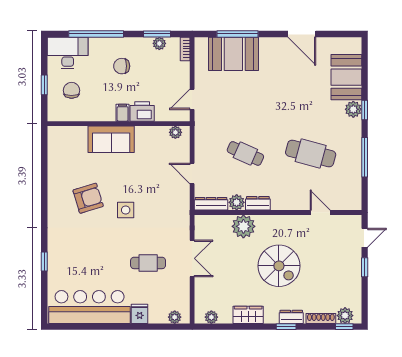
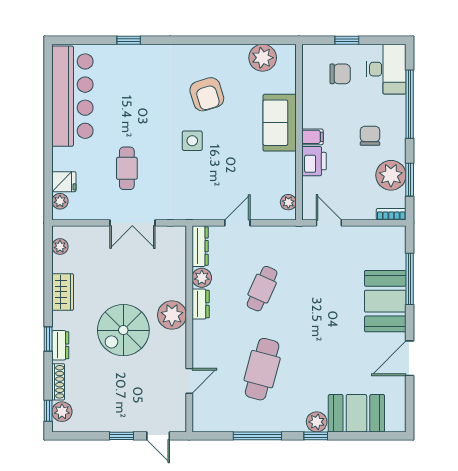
plant: (159, 43) -> (391, 175), width x1.88, depth x1.88
booth: (233, 54) -> (385, 301), moved
plant: (58, 153) -> (263, 58), added
plant: (243, 226) -> (172, 315), moved
fridge: (140, 314) -> (64, 182), moved

